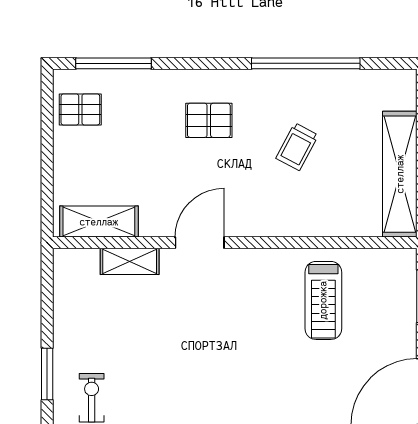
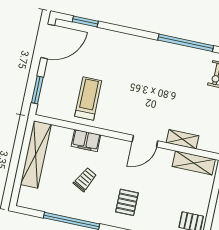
pallet: (209, 120) -> (127, 202), turned 90
filing cabinet: (311, 220) -> (86, 141), added

